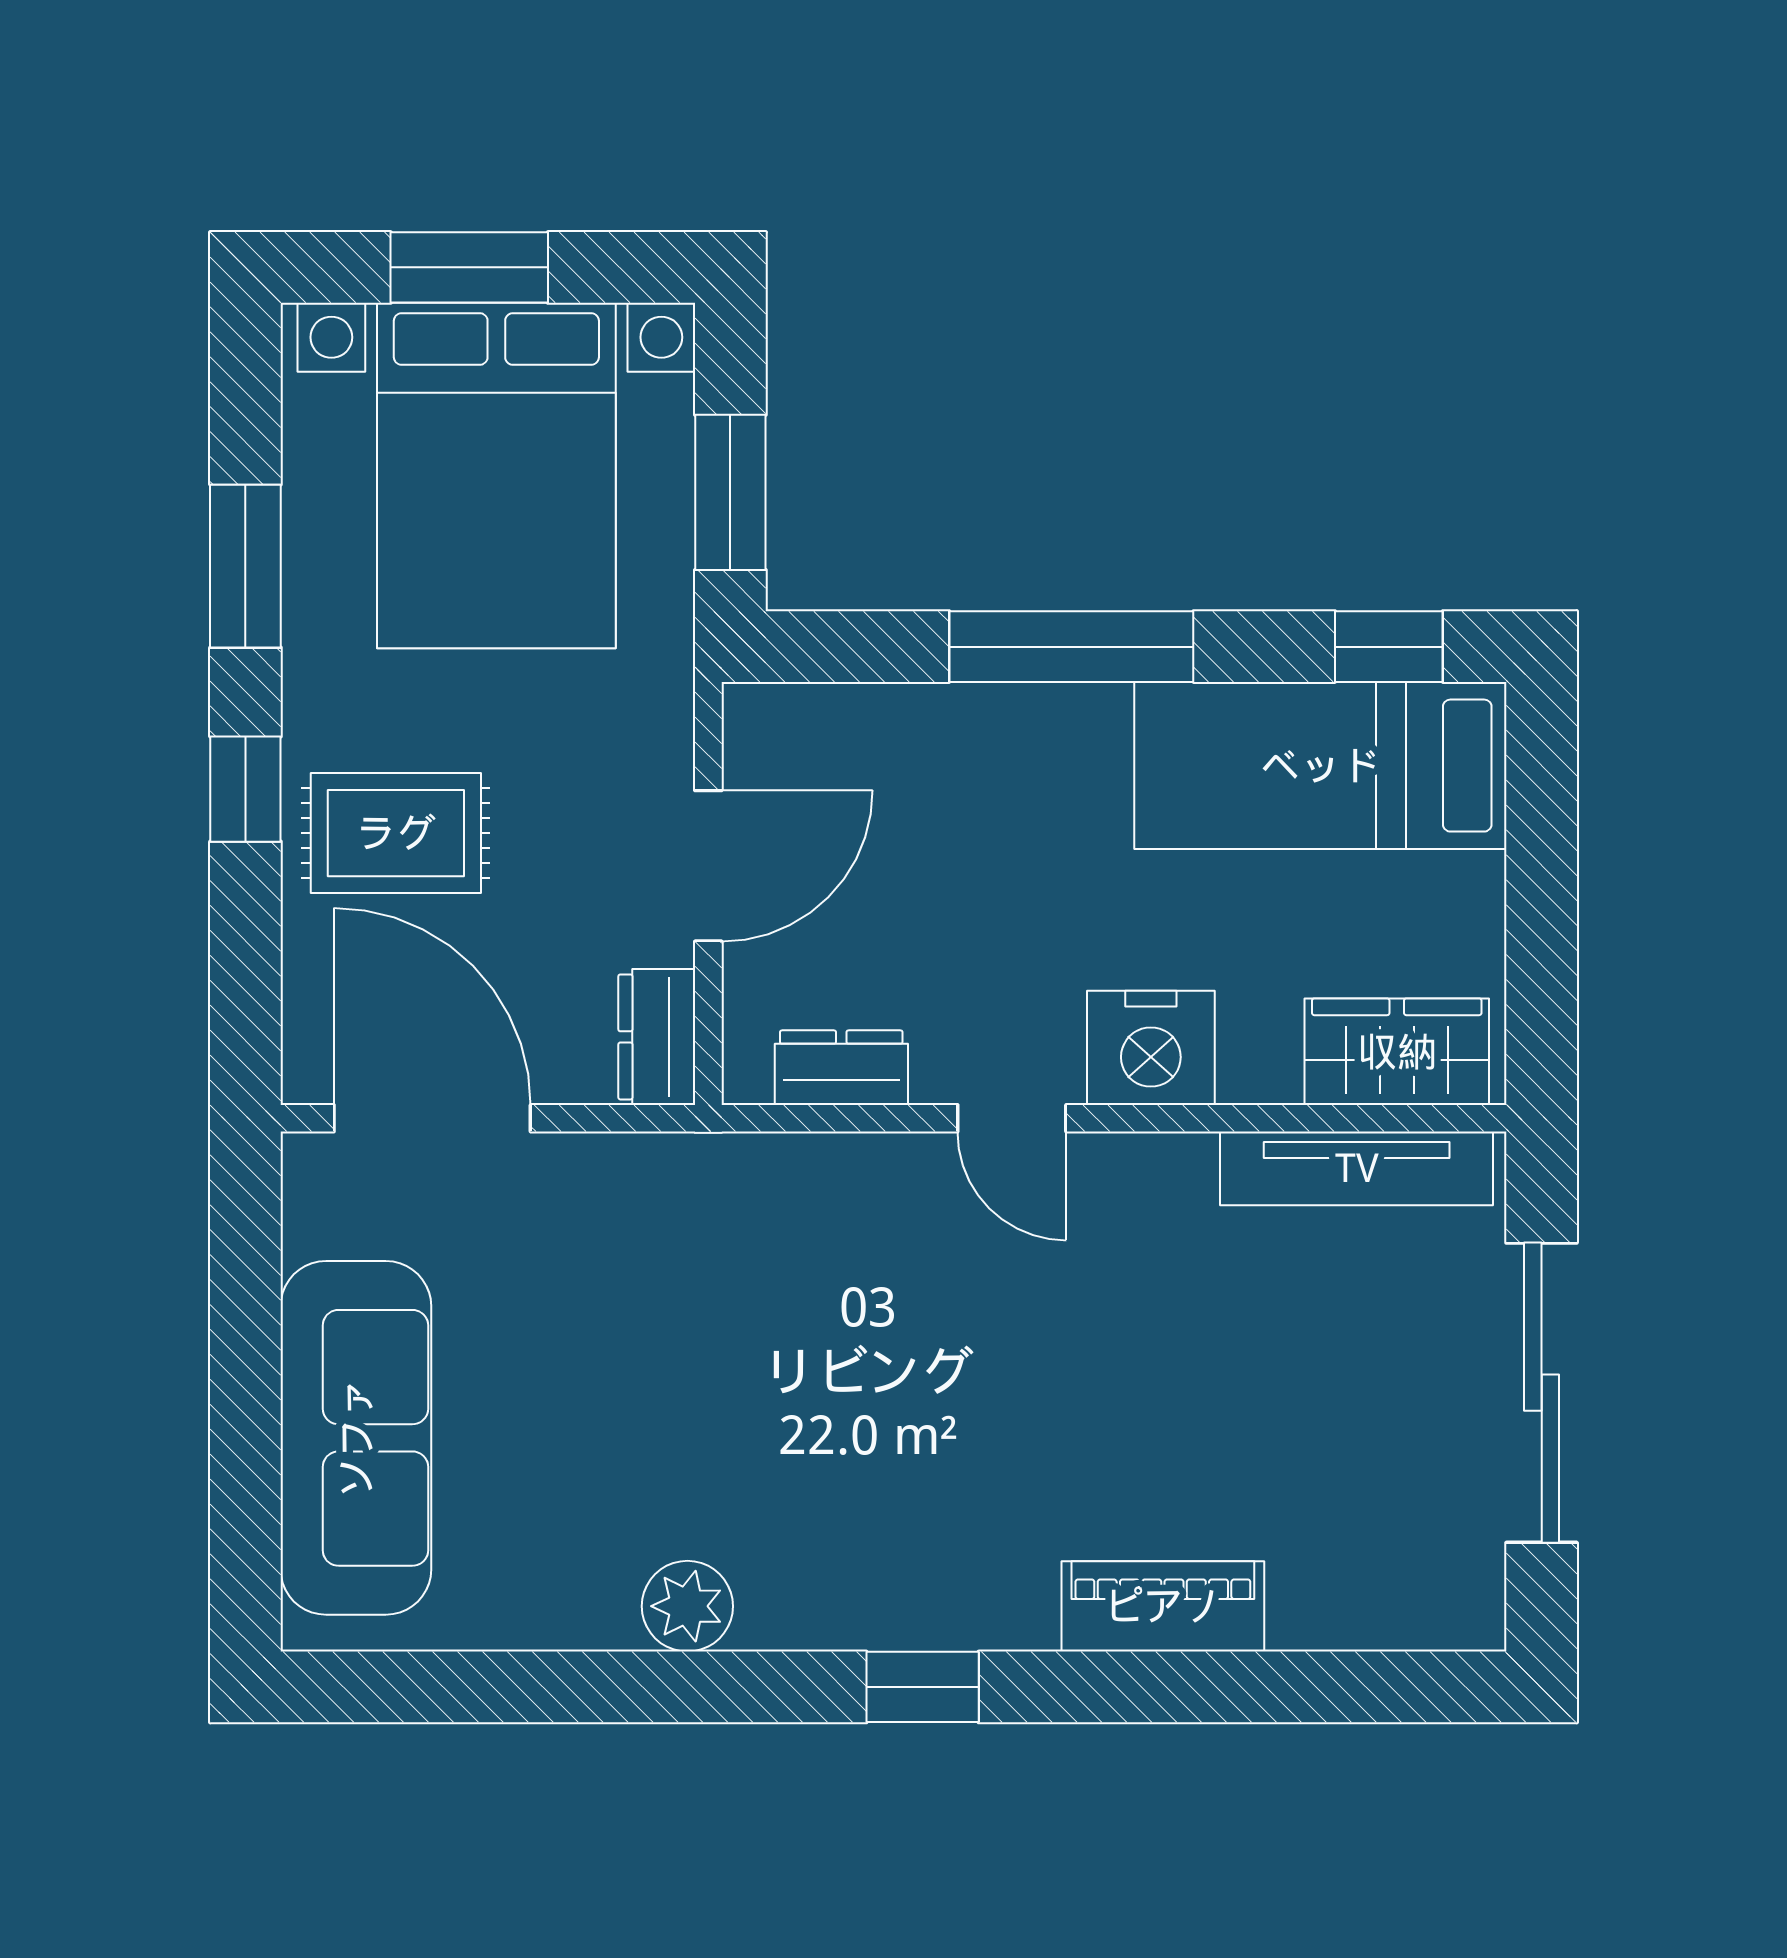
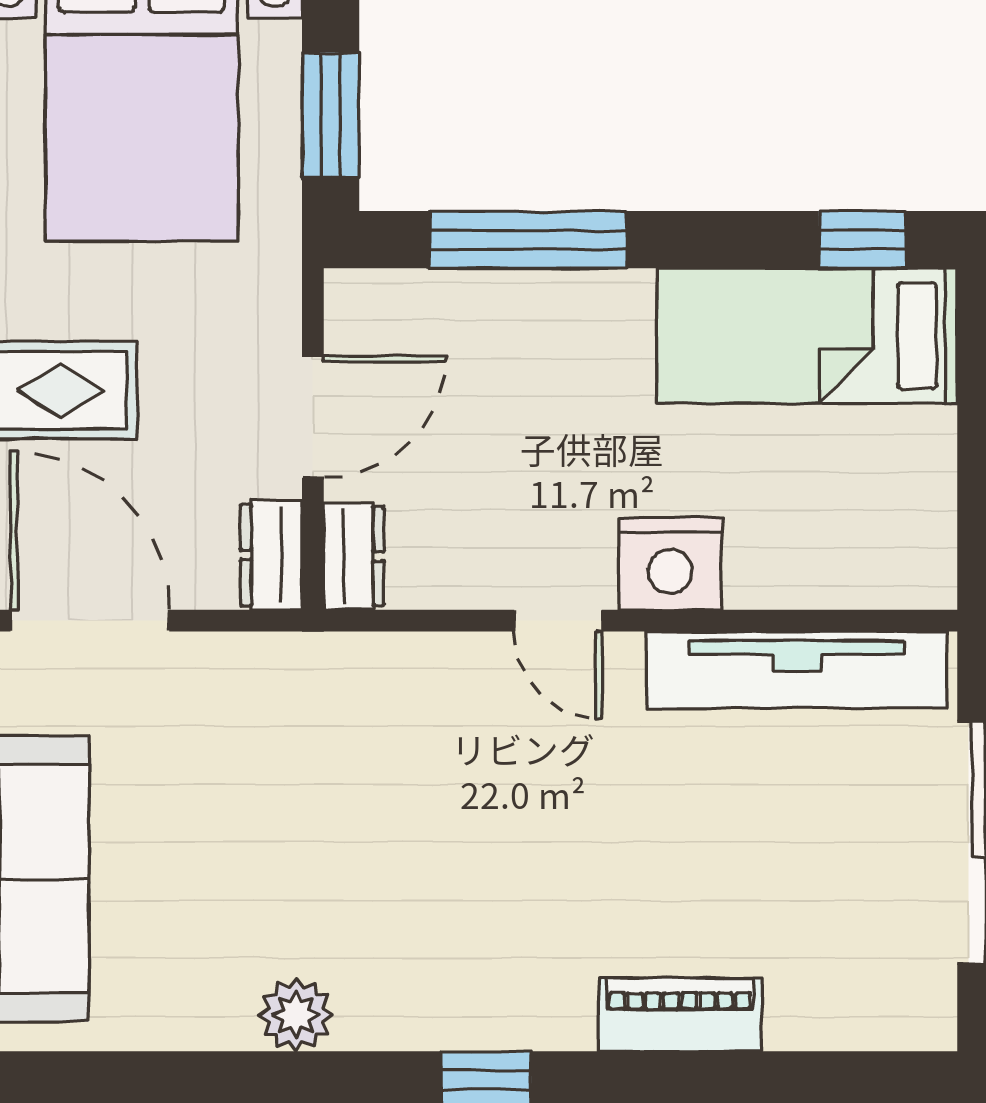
window: (1071, 647) -> (528, 240), moved
wardrobe: (1397, 1052) -> (869, 567), removed
dresser: (841, 1068) -> (354, 556), moved, turned 90
tv unit: (1357, 1168) -> (797, 670), width x1.36, depth x1.29

